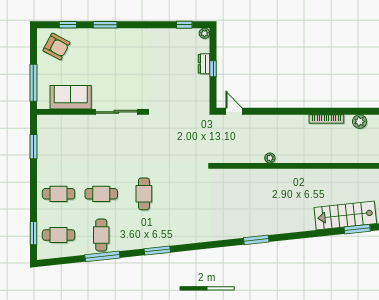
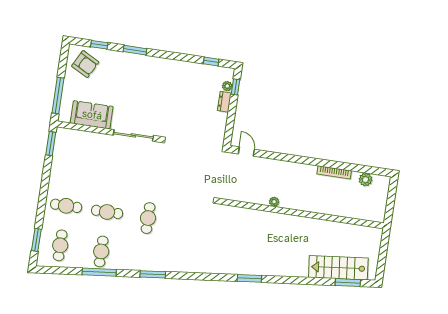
plant: (204, 33) -> (227, 86), moved
window: (213, 69) -> (235, 87), moved
window: (33, 147) -> (51, 144), moved
cafe table: (59, 235) -> (60, 245), turned 90

